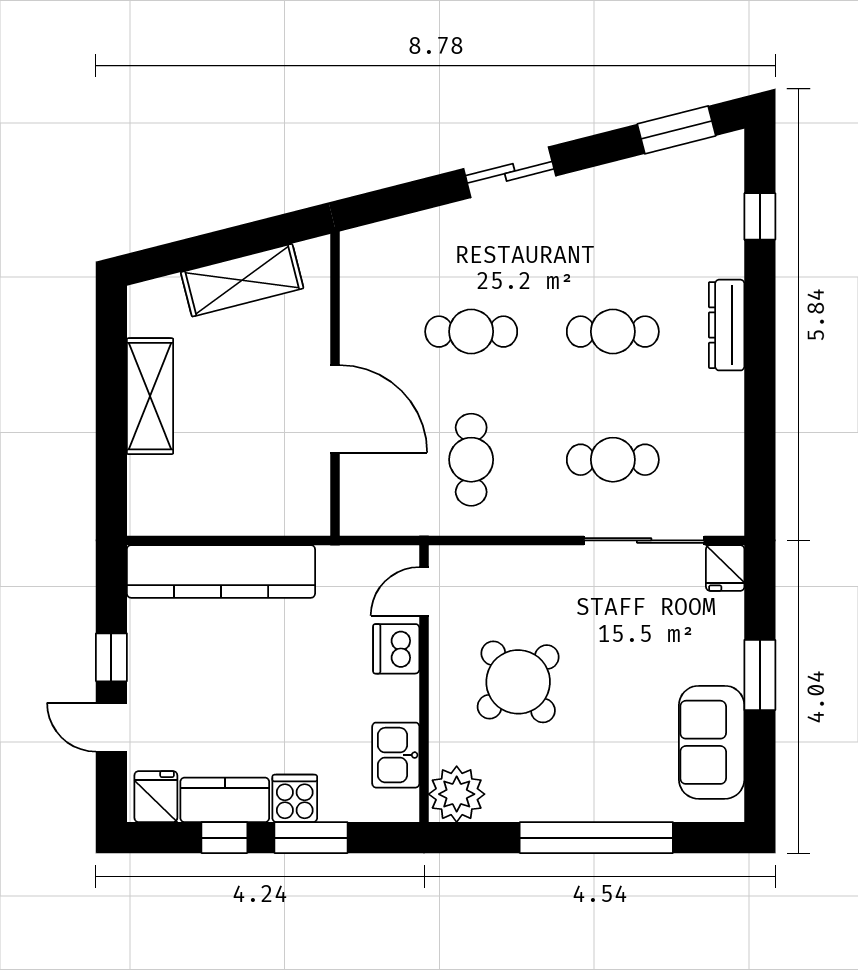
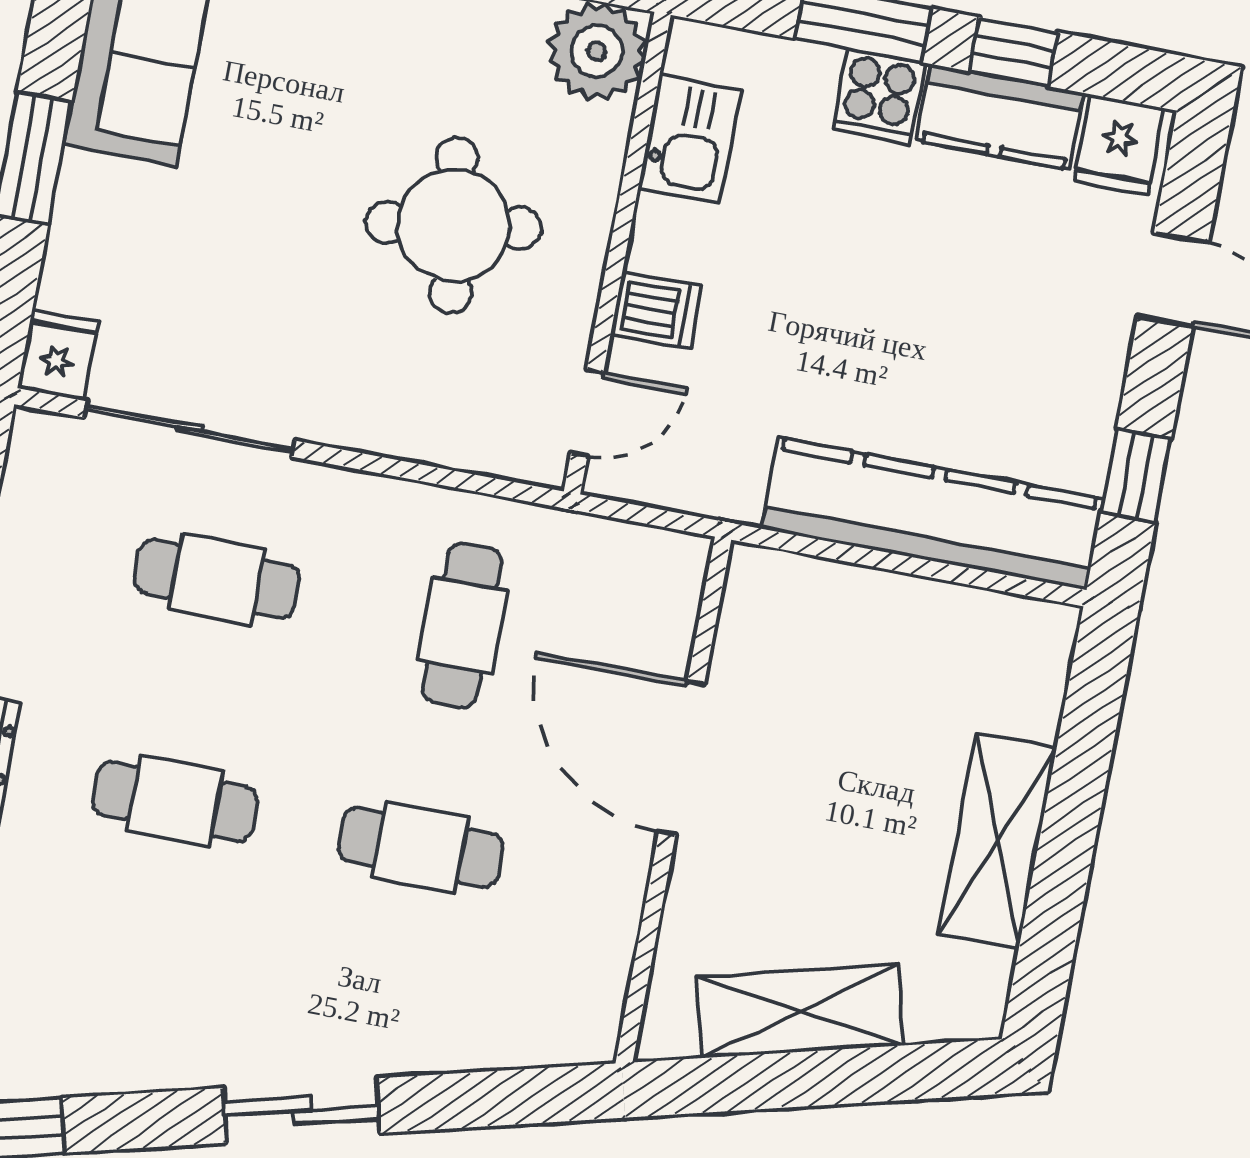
dishwasher: (396, 649) -> (656, 311), width x0.73
window: (111, 657) -> (1136, 476), moved
round table: (518, 682) -> (454, 225), turned 33

